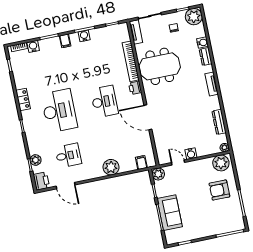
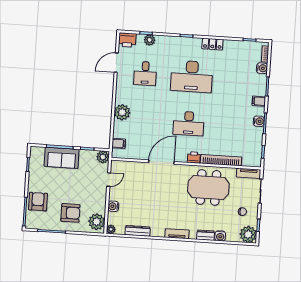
meeting table: (160, 66) -> (208, 187), turned 90
water cooler: (191, 154) -> (113, 206), moved
armchair: (219, 190) -> (70, 213), turned 90
armchair: (217, 224) -> (38, 202), added

